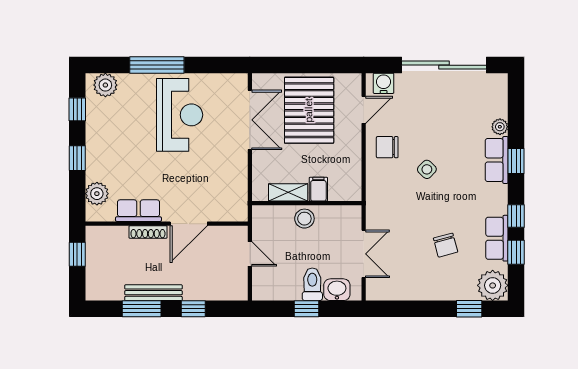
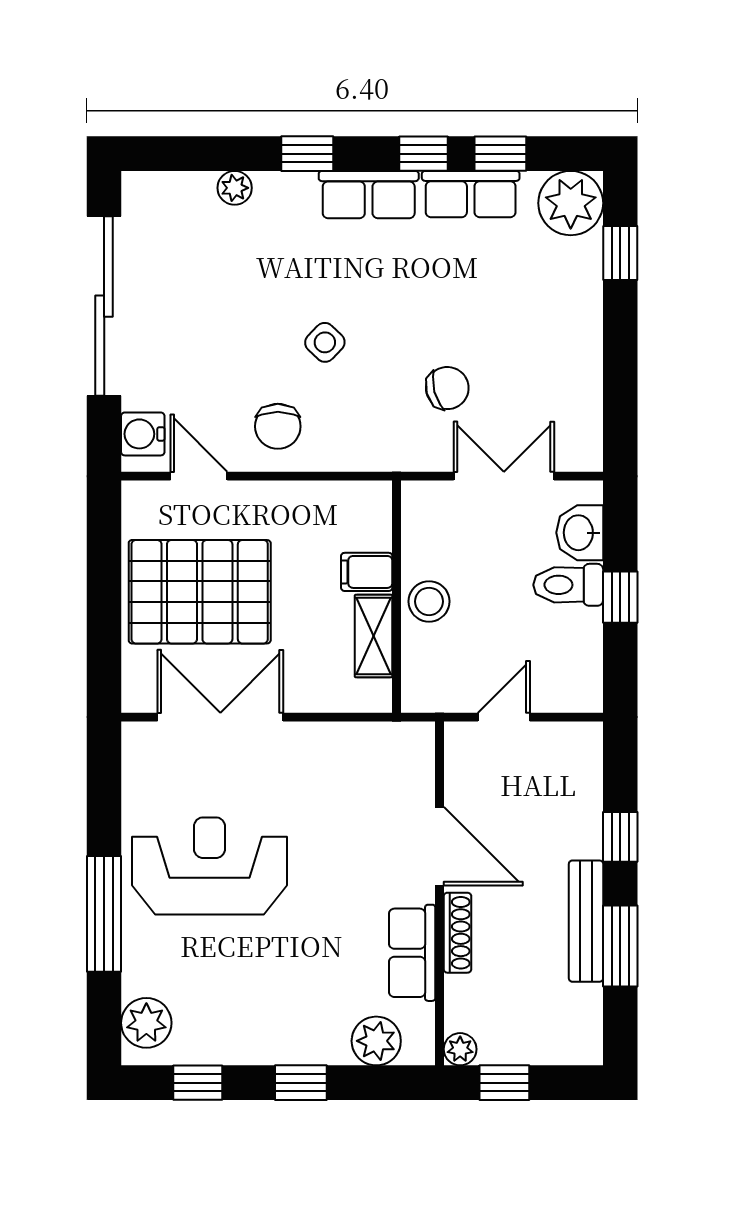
row of seats: (497, 160) -> (369, 195), moved
plant: (93, 233) -> (460, 1049), added
chair: (446, 245) -> (447, 388), moved

